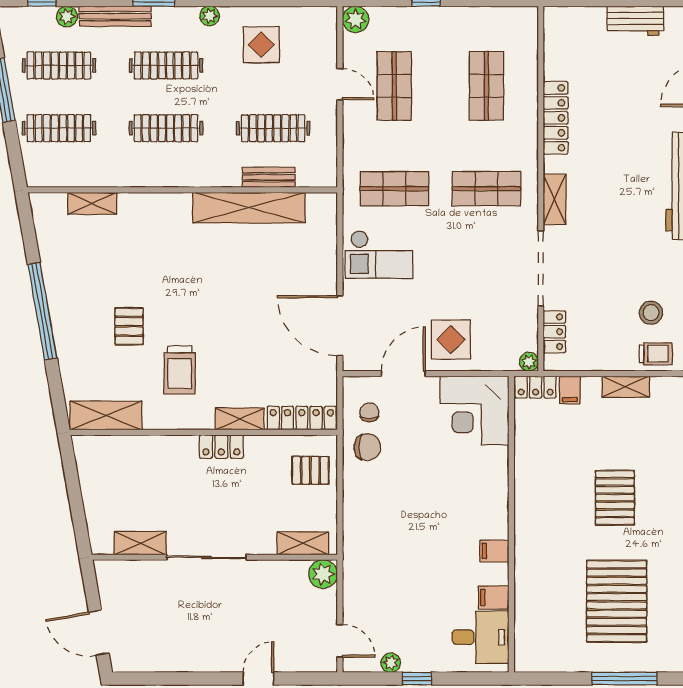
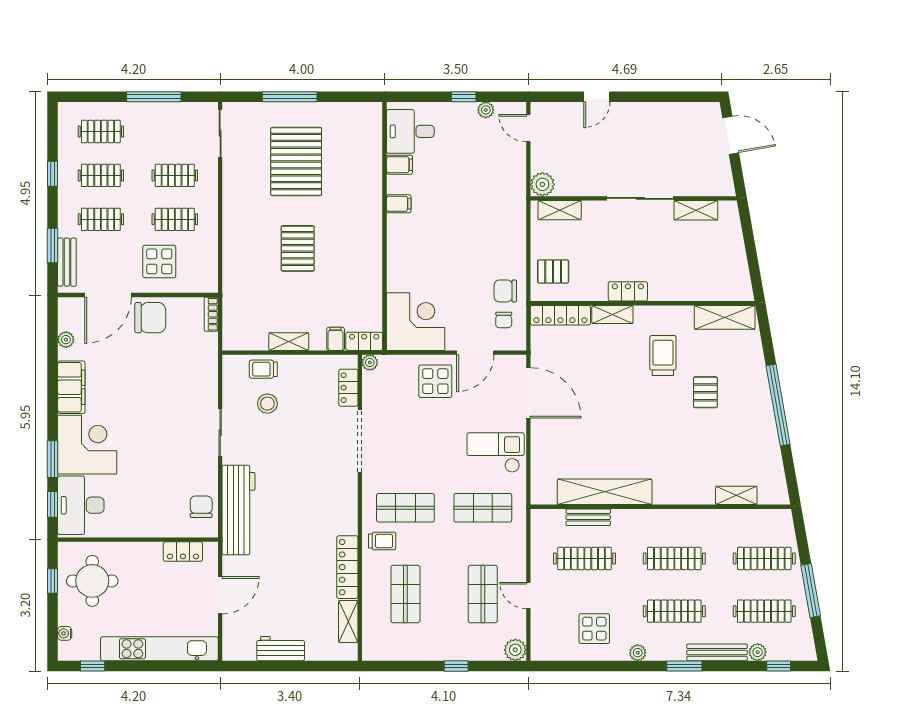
trolley: (514, 149) -> (382, 541), added
shelving: (555, 199) -> (348, 621), moved

